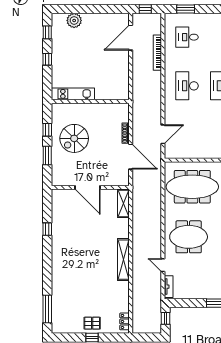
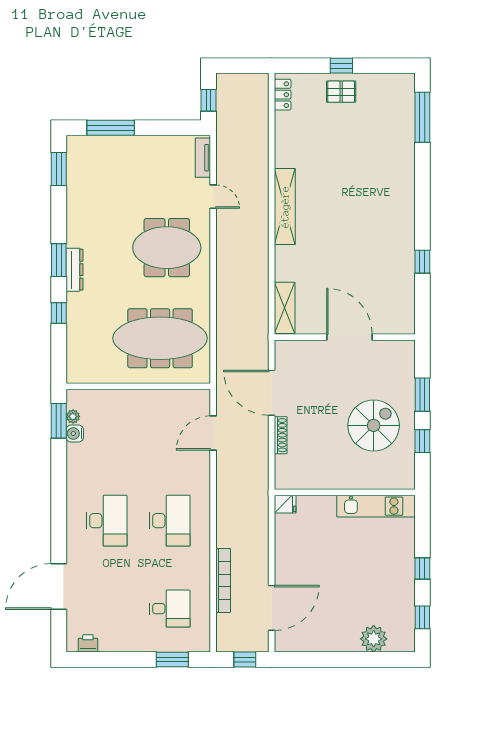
fridge: (123, 95) -> (285, 504), added

